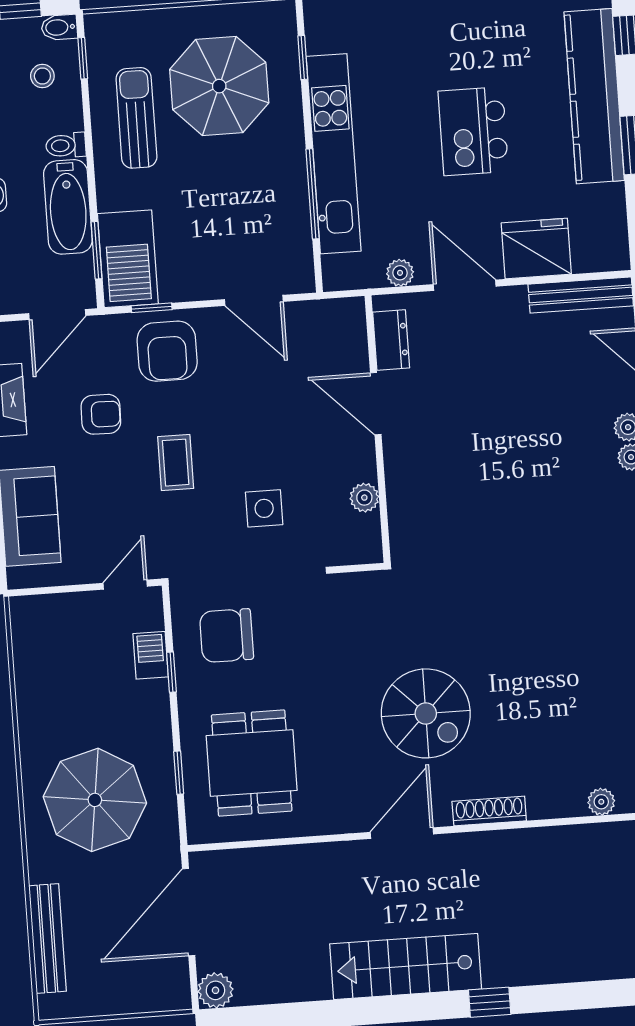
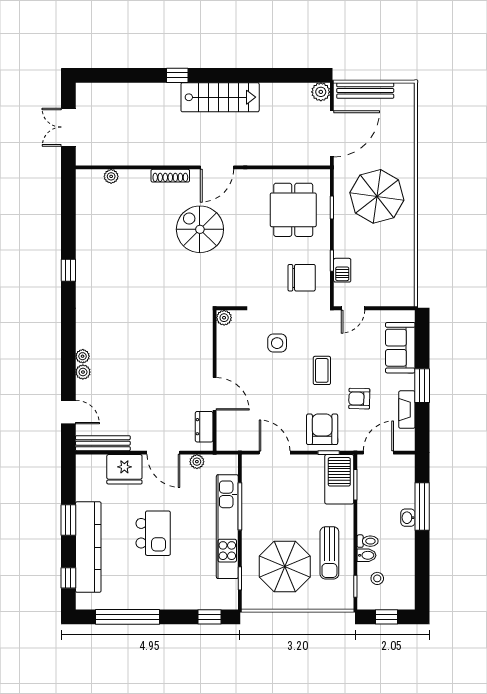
bidet: (59, 27) -> (367, 555), moved
bathtub: (68, 207) -> (369, 509), removed
plant: (364, 498) -> (224, 318), moved
bench: (48, 939) -> (365, 90), moved, turned 90

